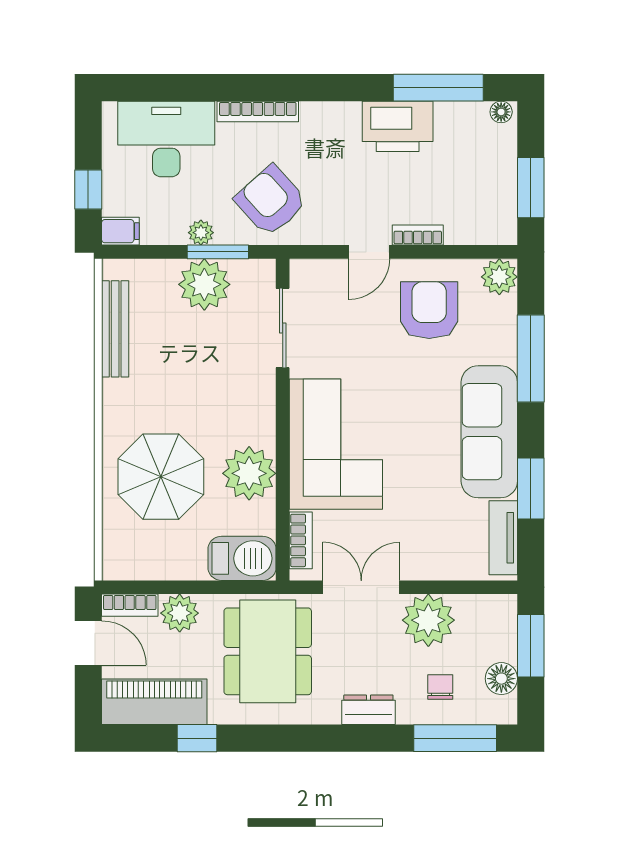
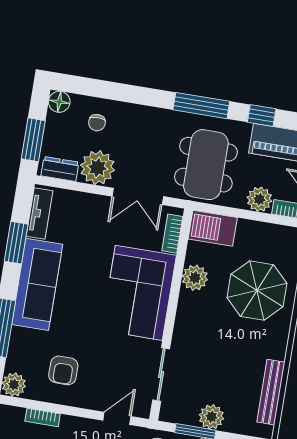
bookcase: (418, 235) -> (43, 417), moved
door: (369, 252) -> (117, 418), moved
plant: (204, 284) -> (211, 417), width x0.73, depth x0.73
armchair: (429, 310) -> (63, 370), width x0.72, depth x0.72
plant: (249, 473) -> (195, 278), width x0.73, depth x0.73
floor lamp: (501, 679) -> (59, 102), moved
dresser: (368, 710) -> (60, 169), moved, turned 180
window: (455, 738) -> (201, 106), moved

